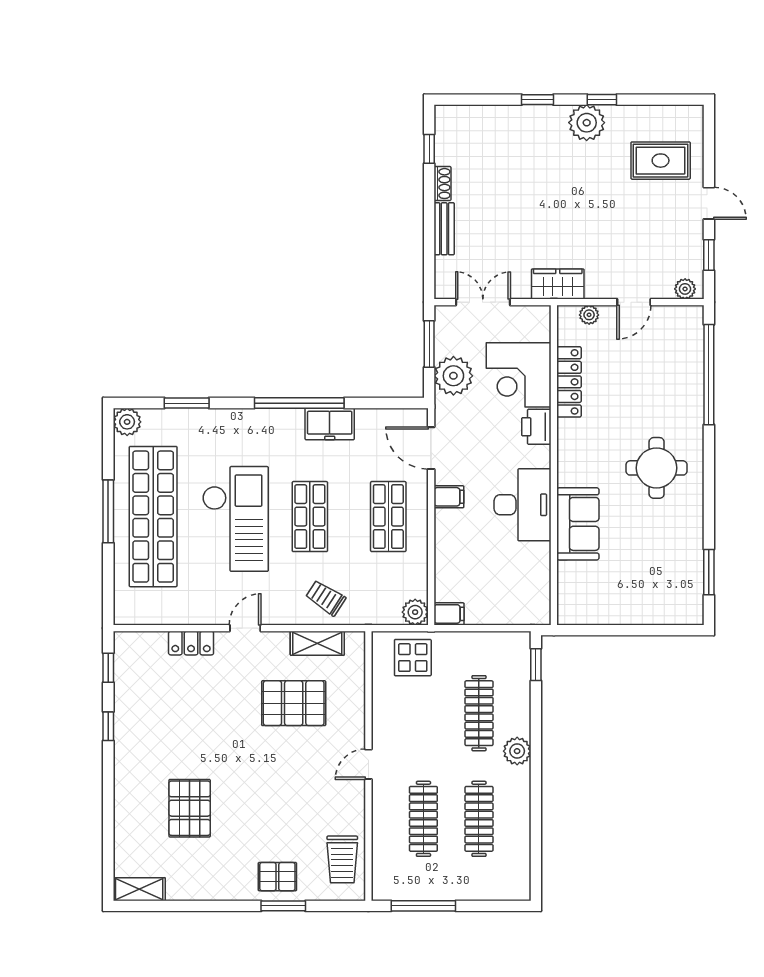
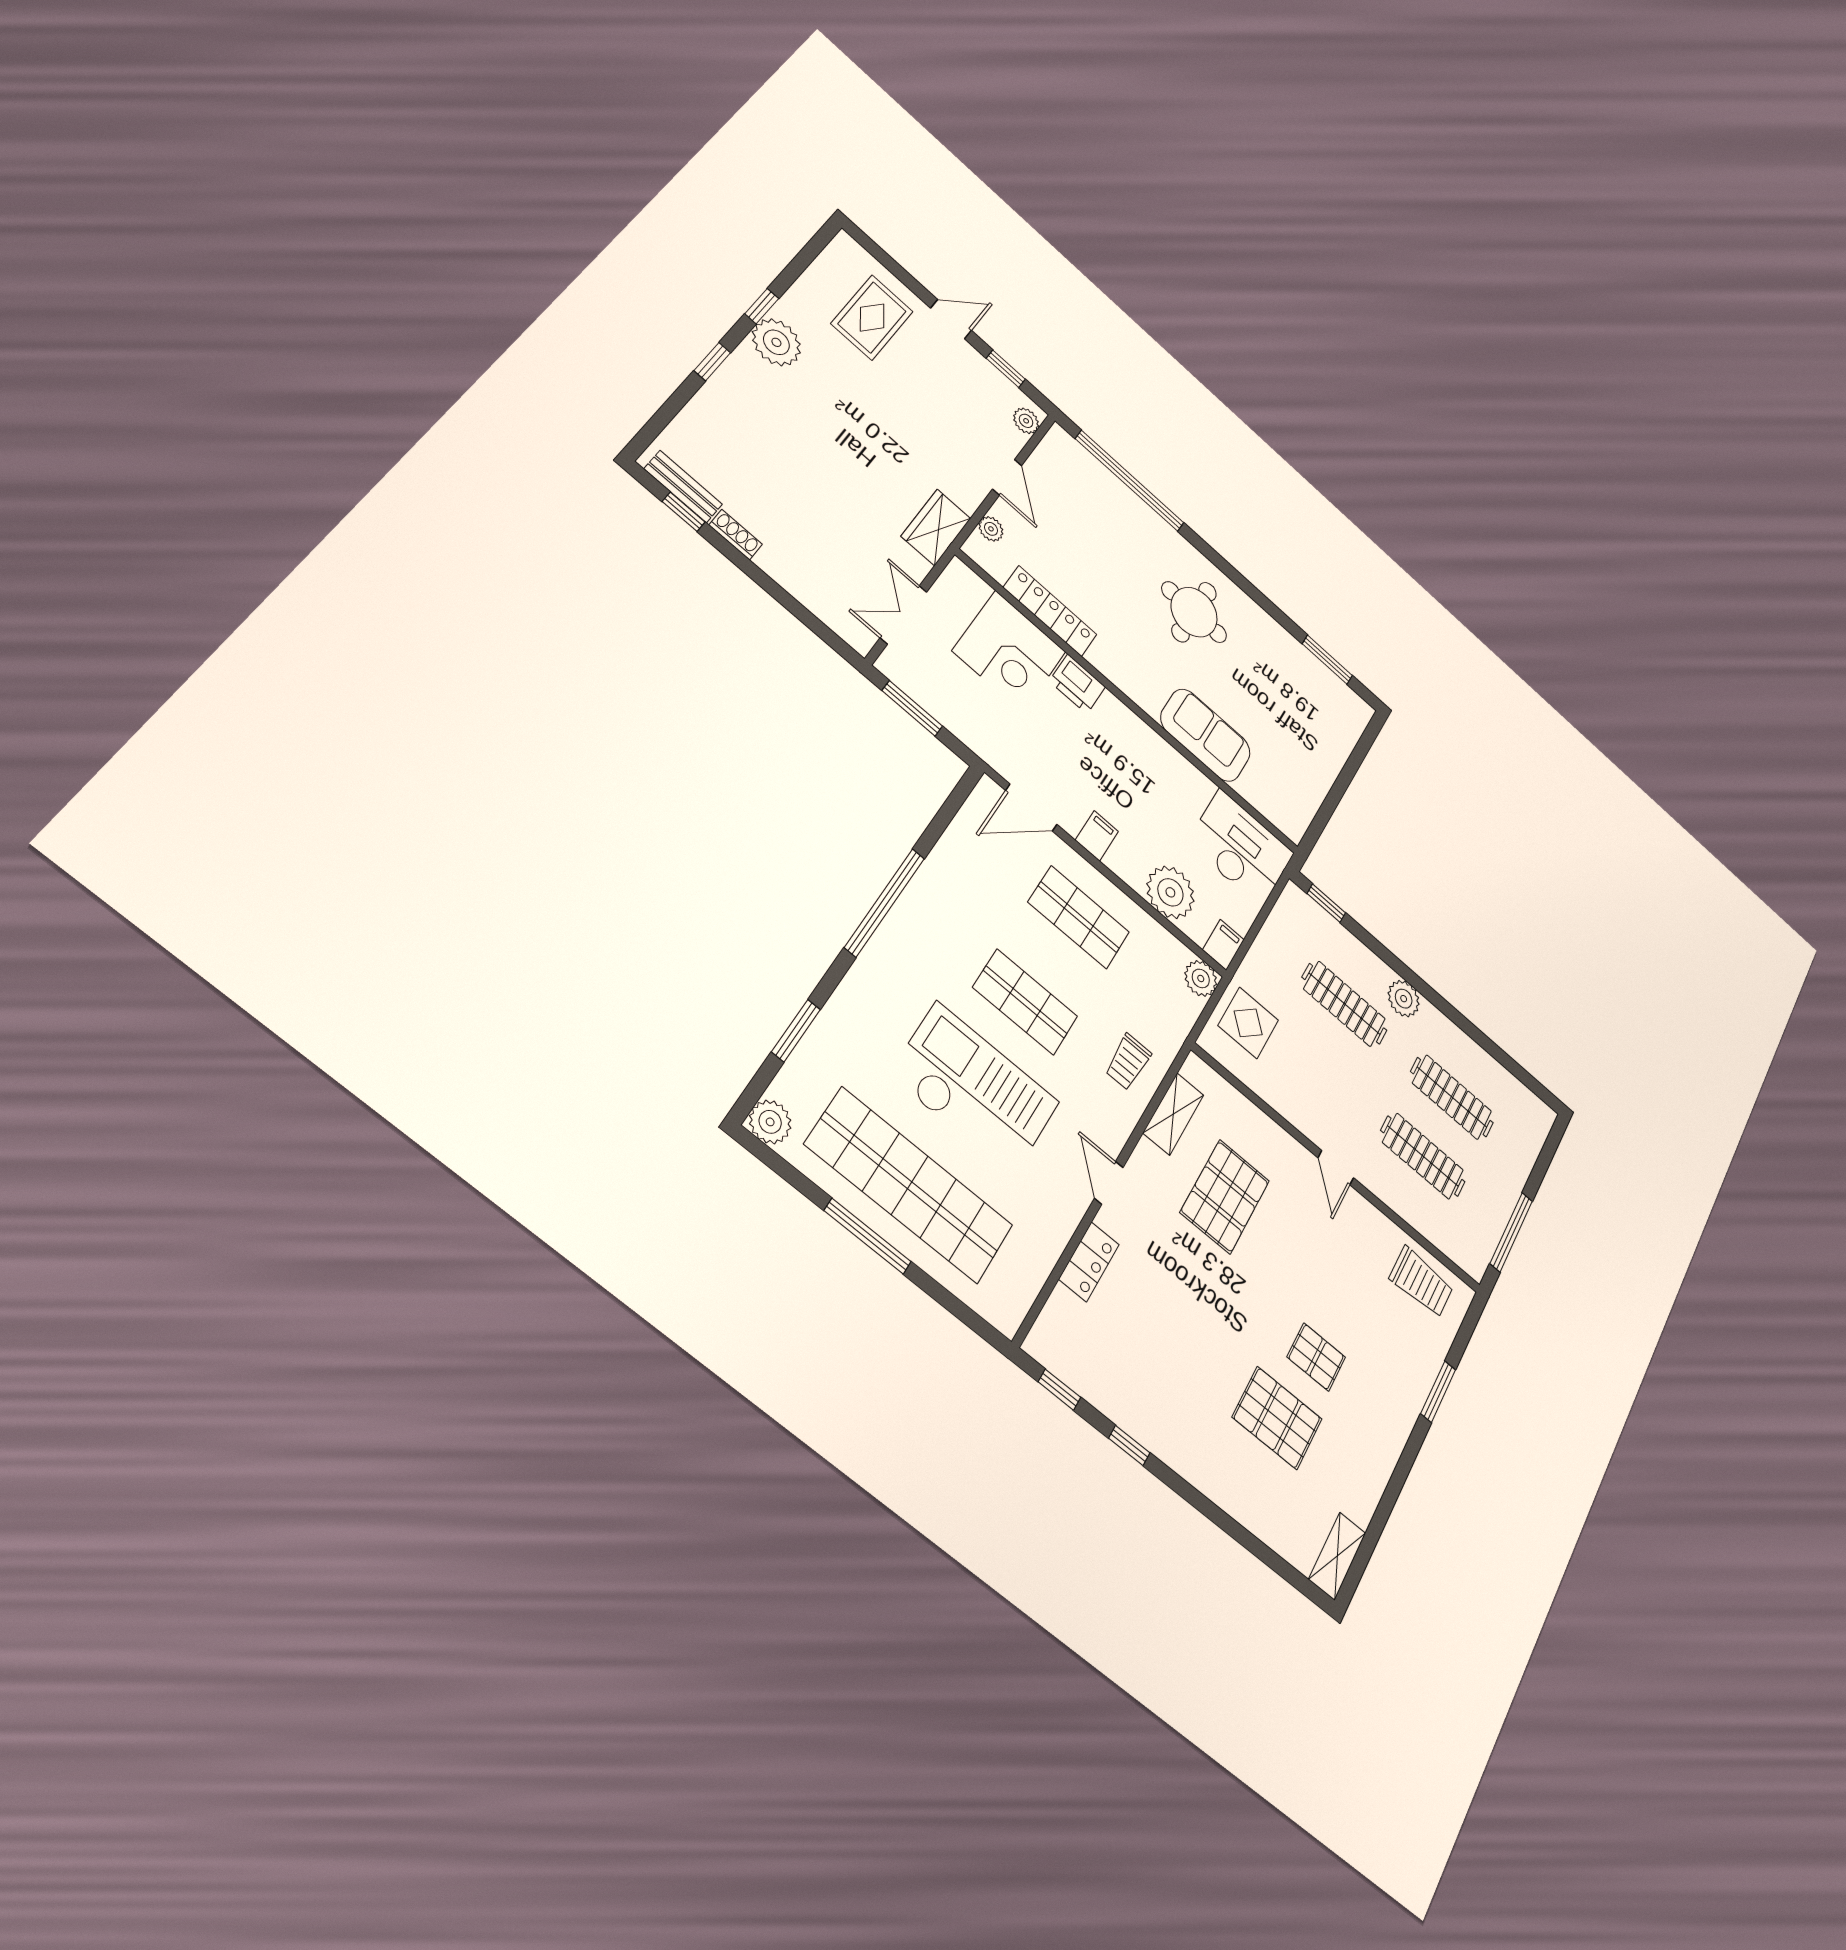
bench: (444, 229) -> (683, 487), moved
plant: (453, 376) -> (1170, 892), moved
freezer: (330, 424) -> (932, 890), removed
desk: (523, 505) -> (1241, 848), moved
trolley: (326, 598) -> (1128, 1062), turned -33
pallet: (277, 877) -> (1316, 1357), moved, turned 90

